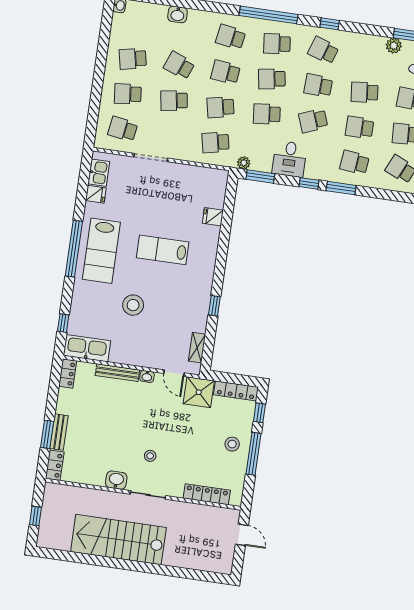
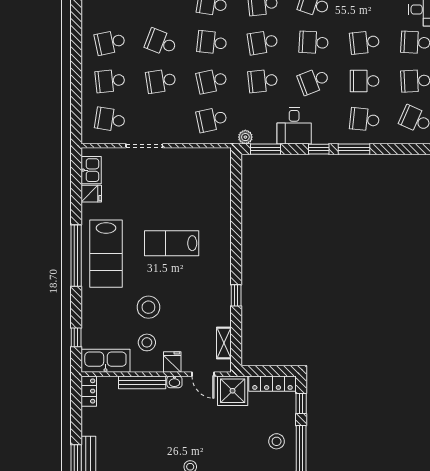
fridge: (213, 217) -> (172, 362), moved, turned 90
stool: (127, 337) -> (147, 342), added

